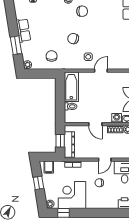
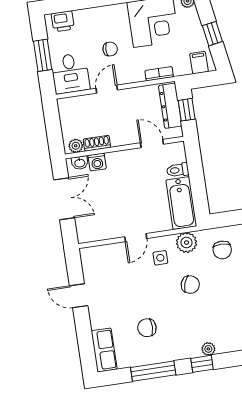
chair: (82, 11) -> (147, 328), moved
plant: (72, 63) -> (186, 243), added
door: (95, 124) -> (152, 143), moved

